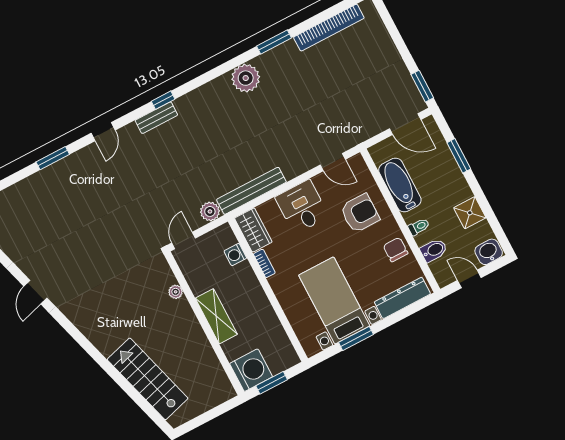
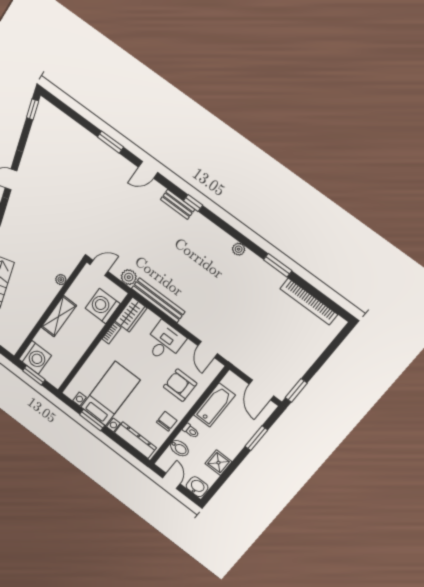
plant: (246, 78) -> (239, 249), width x0.53, depth x0.53
armchair: (360, 213) -> (180, 385), turned 180
washing machine: (235, 255) -> (103, 306), width x1.89, depth x1.89

